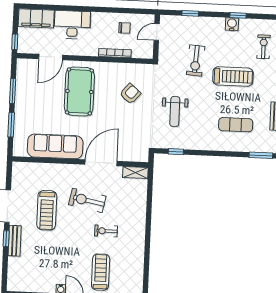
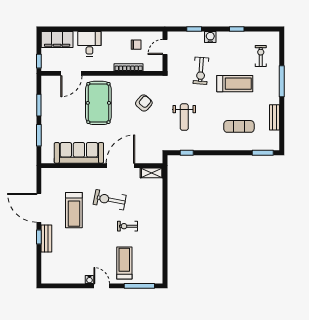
water cooler: (232, 24) -> (210, 37), moved
desk: (72, 25) -> (89, 44), width x0.73

